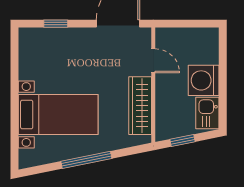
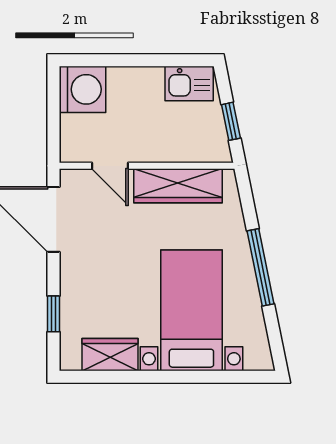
wardrobe: (29, 61) -> (110, 355), added
door: (153, 61) -> (110, 166), swing flipped
washing machine: (204, 80) -> (82, 89), moved, turned -90

